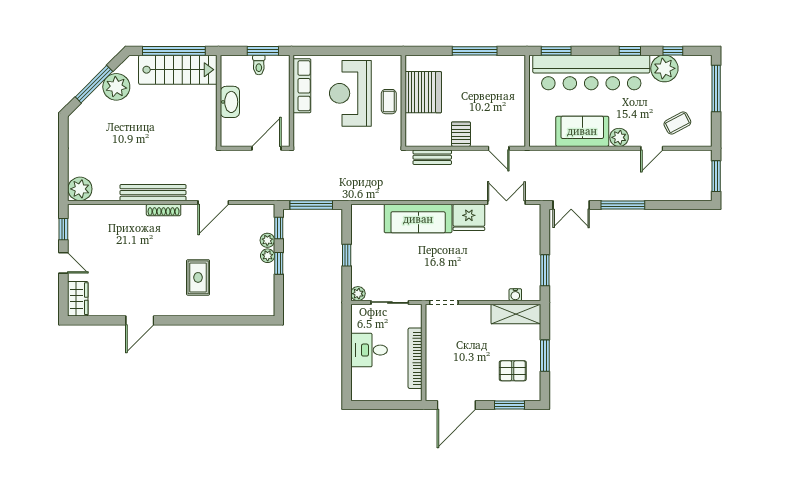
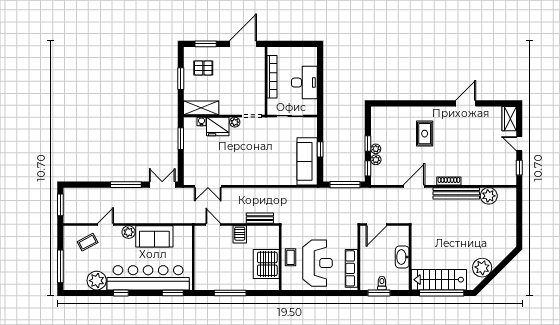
window: (673, 51) -> (91, 293), removed
window: (94, 84) -> (498, 270), removed
plant: (80, 189) -> (489, 196), moved
fridge: (469, 217) -> (218, 127), moved, turned 180
sofa: (418, 219) -> (307, 161), moved, turned -90
plant: (358, 294) -> (235, 122), moved
desk: (369, 350) -> (304, 83), width x1.37

